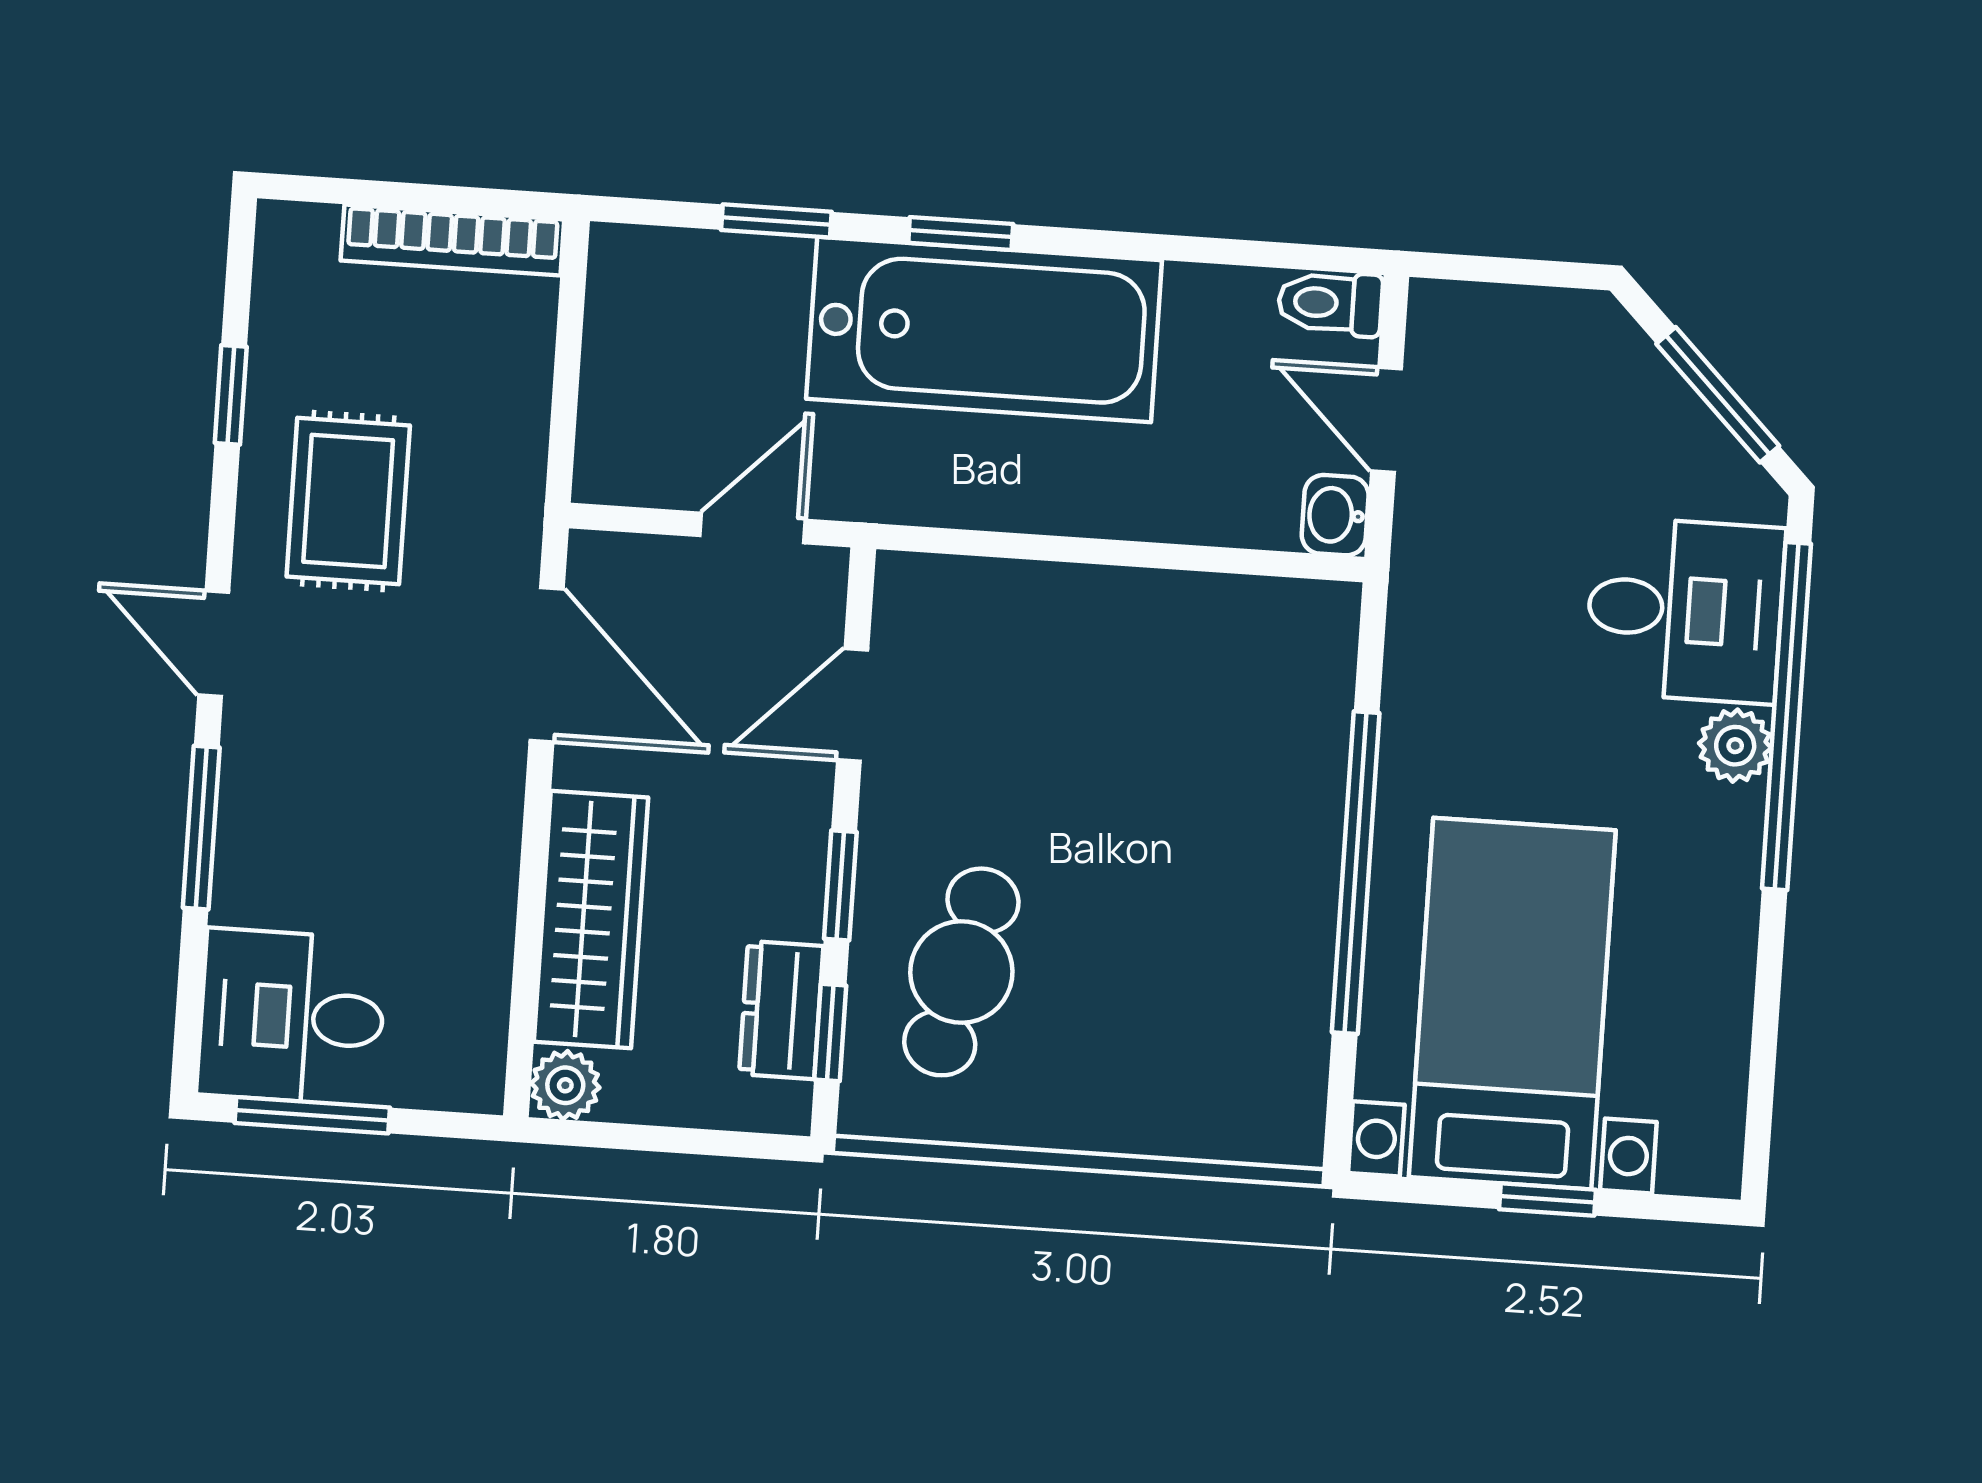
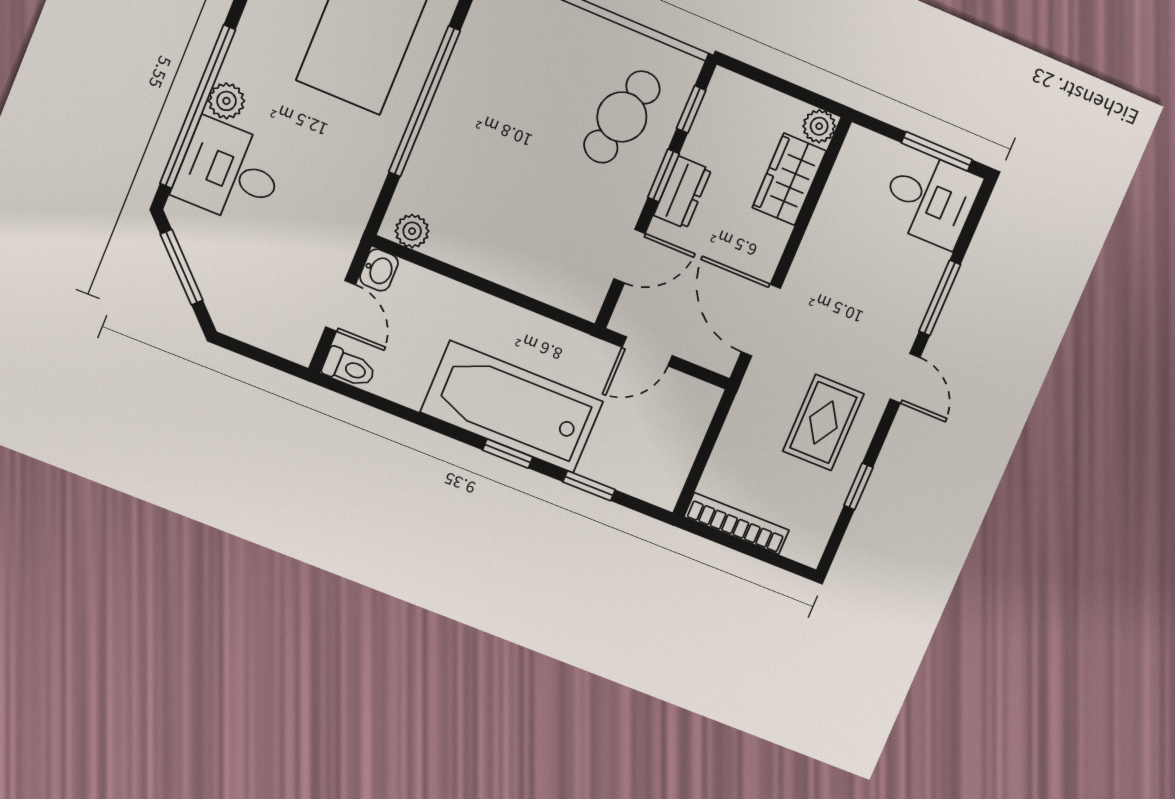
plant: (1296, 613) -> (412, 231), added
wardrobe: (591, 920) -> (789, 179), width x0.67
dresser: (781, 1010) -> (682, 192), moved

